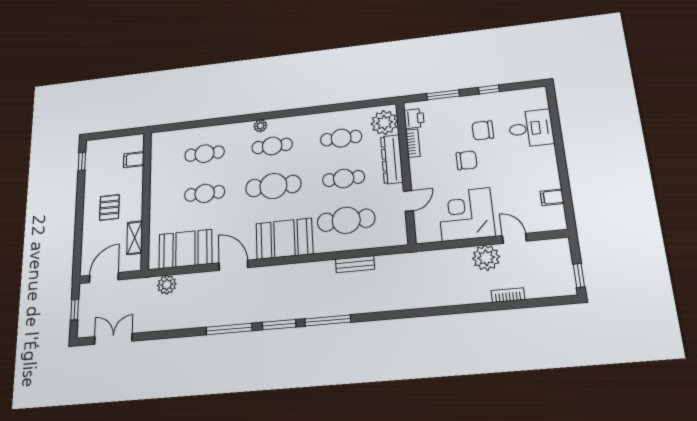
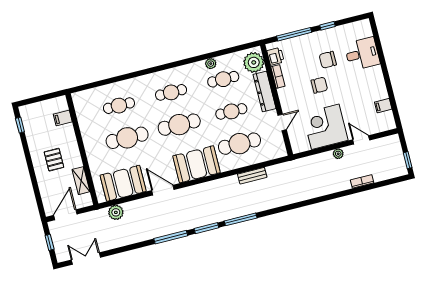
window: (443, 95) -> (294, 34), width x1.44
plant: (260, 126) -> (211, 64), moved
cafe table: (205, 193) -> (127, 138), width x1.37, depth x1.35
plant: (486, 258) -> (338, 154), width x0.53, depth x0.53

